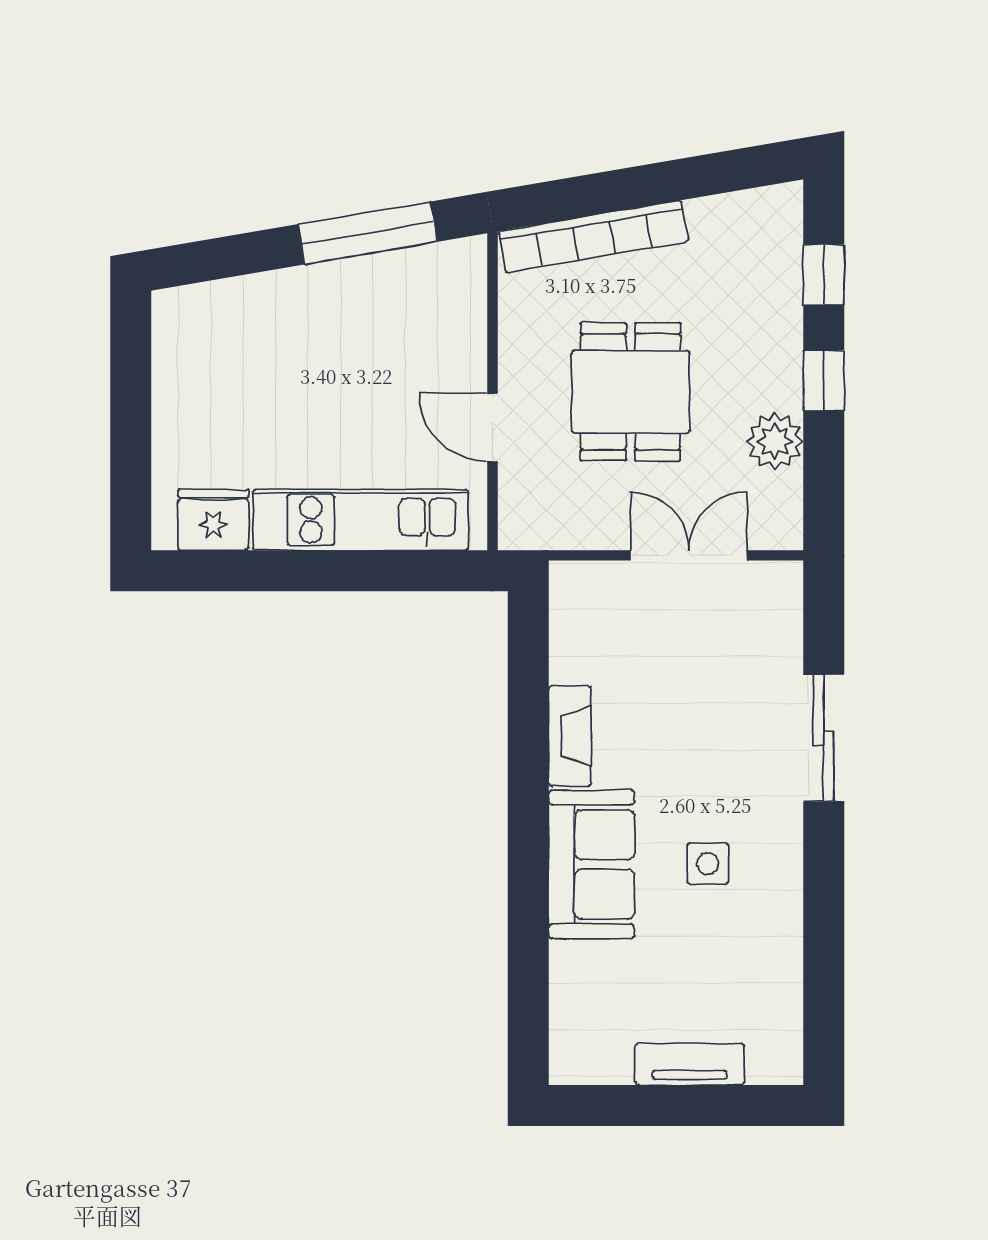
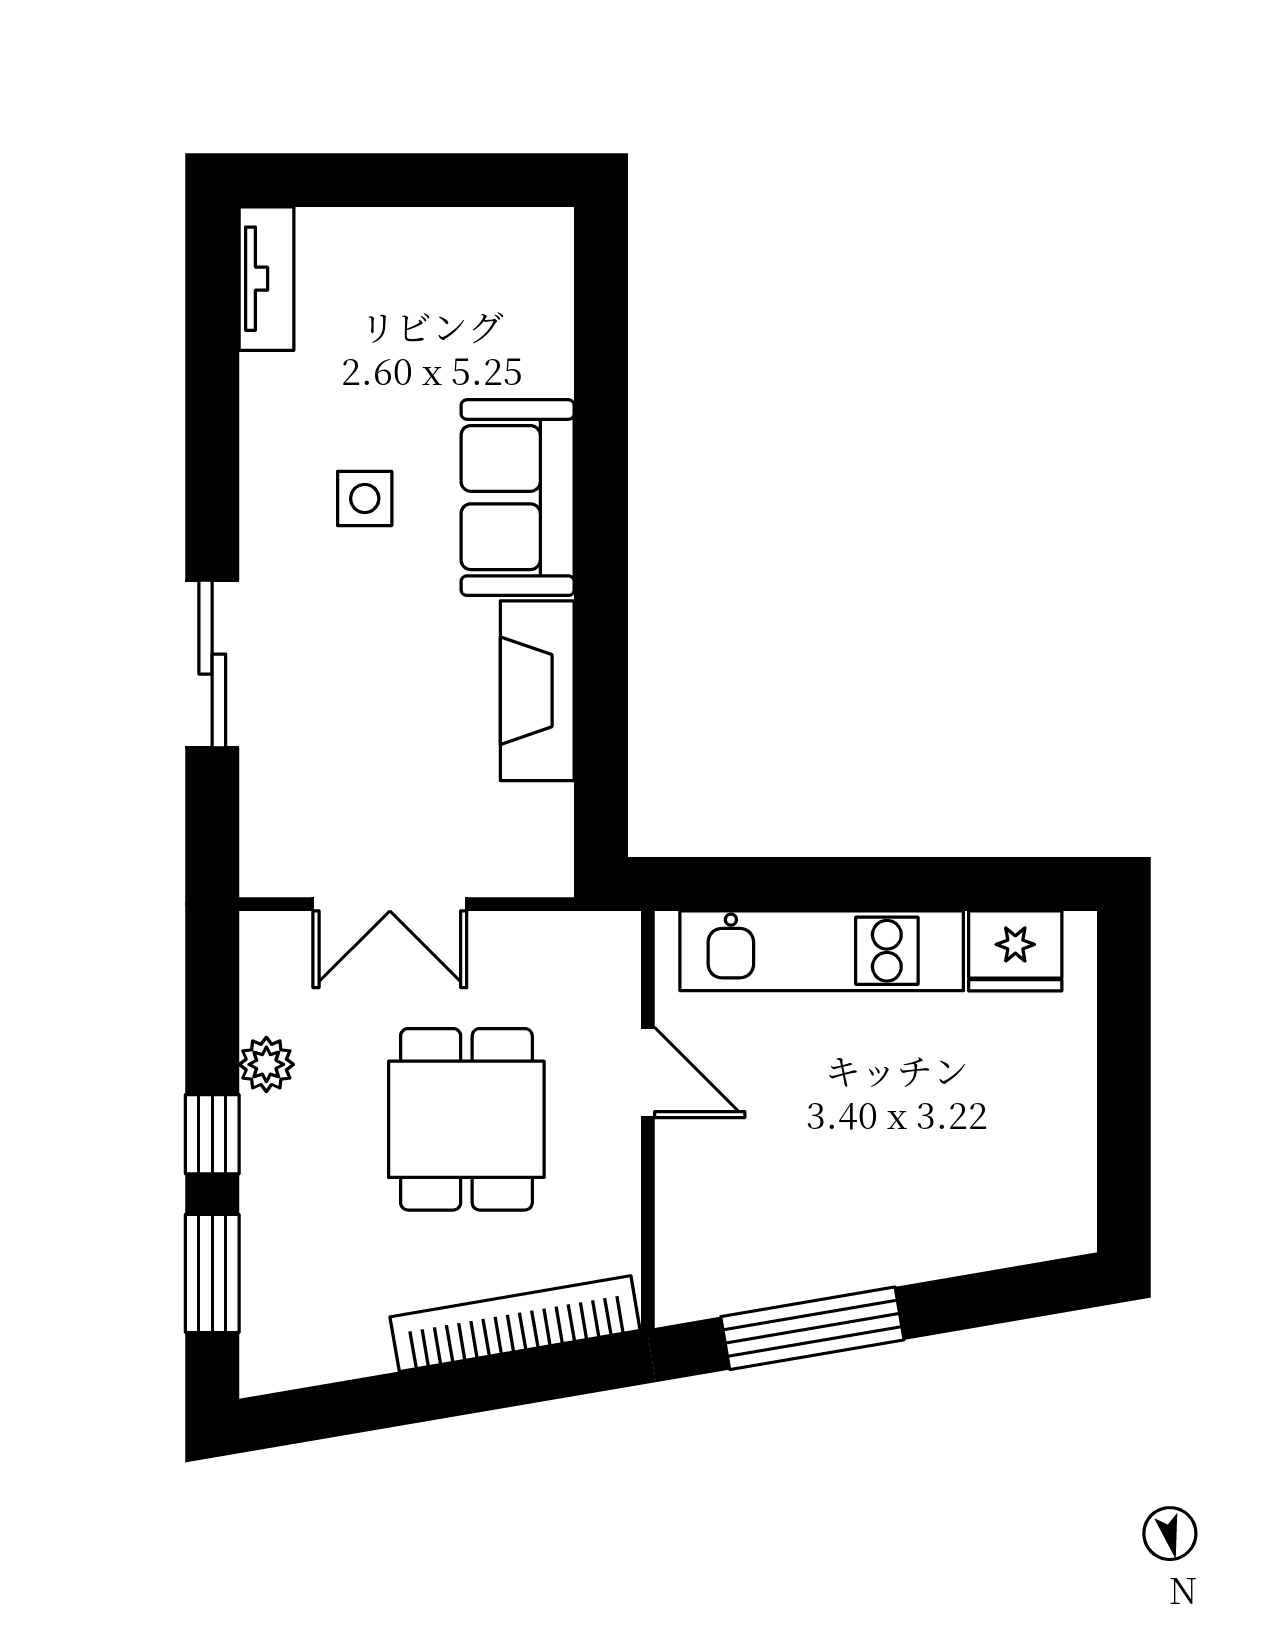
window: (824, 275) -> (212, 1273), width x1.50
plant: (775, 441) -> (266, 1064), width x0.73, depth x0.73
fireplace: (570, 736) -> (537, 691), width x1.37, depth x1.32
tv unit: (690, 1064) -> (266, 279), moved, turned -90

